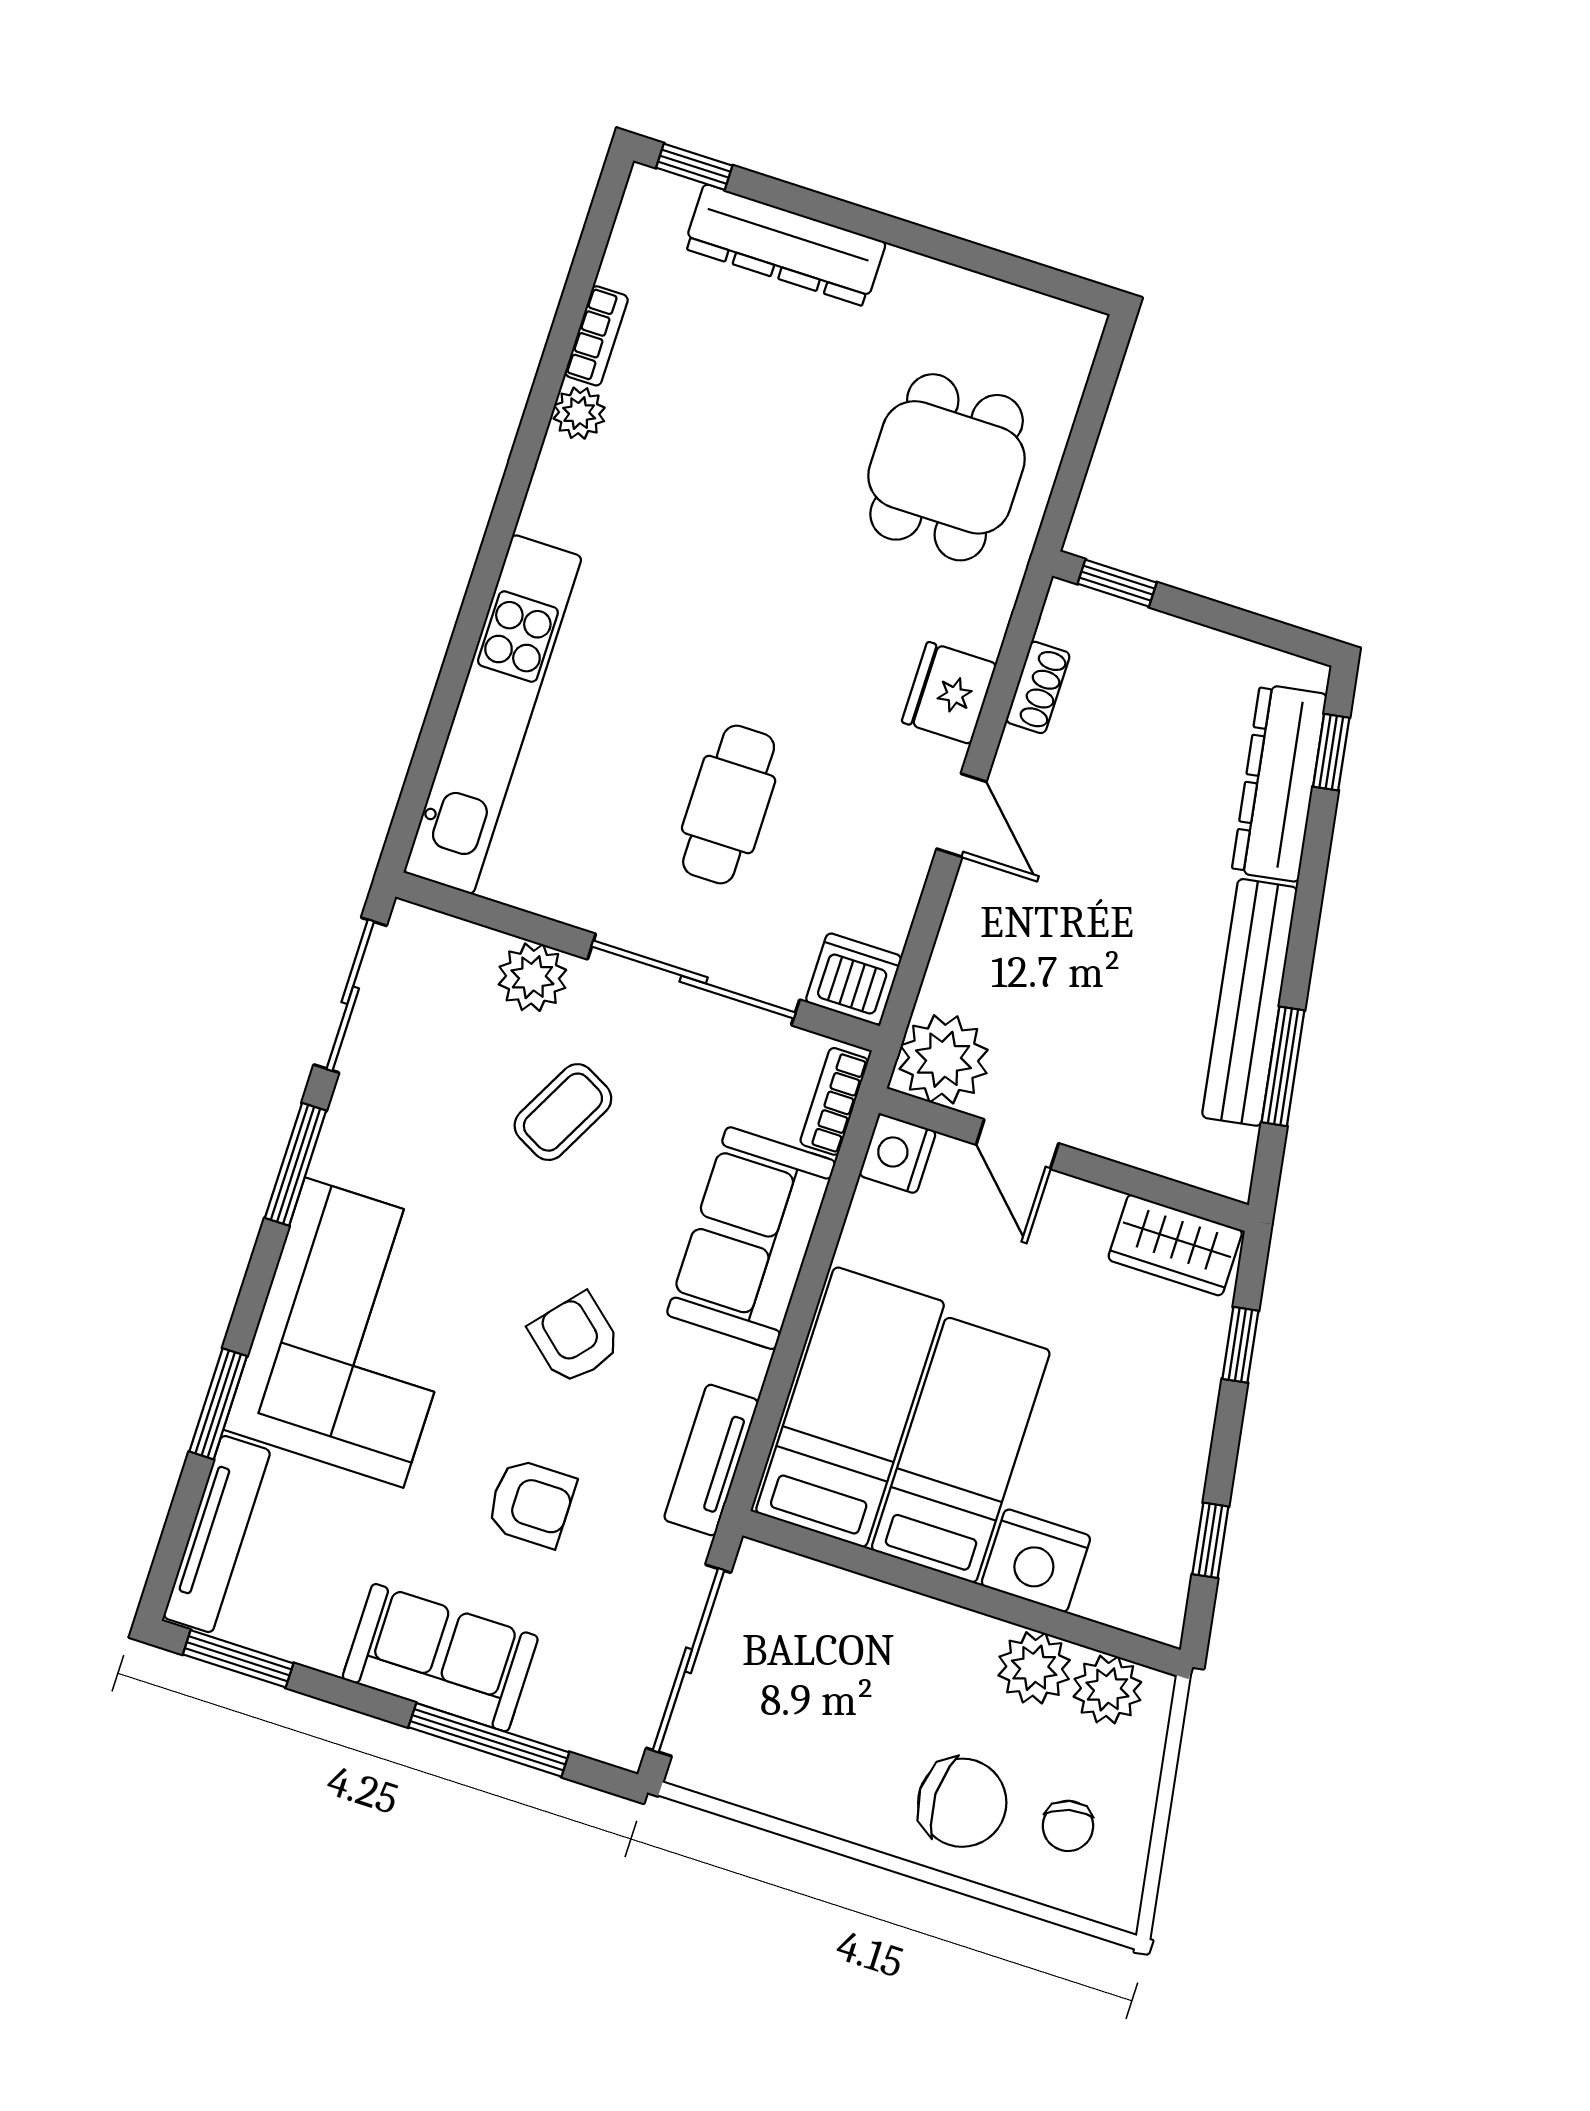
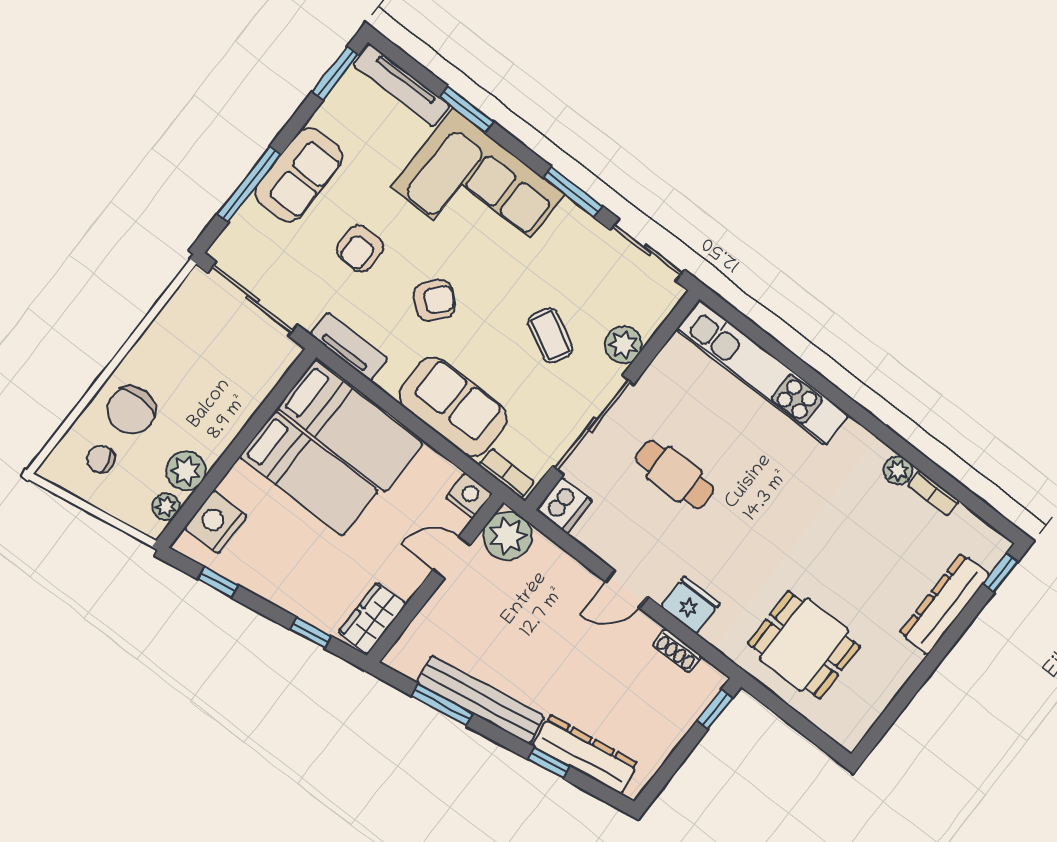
window: (1331, 752) -> (549, 763), moved
nightstand: (1036, 1561) -> (216, 522), moved
plant: (1107, 1689) -> (166, 507), width x0.73, depth x0.73

